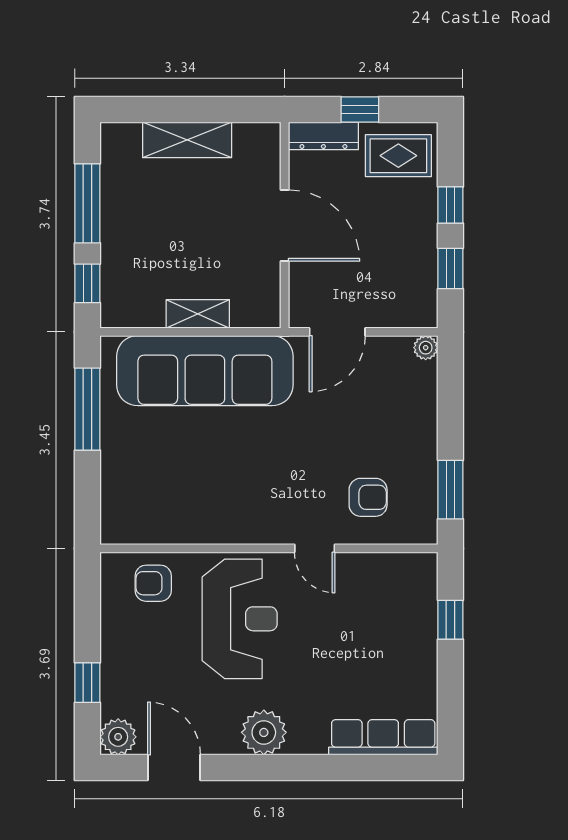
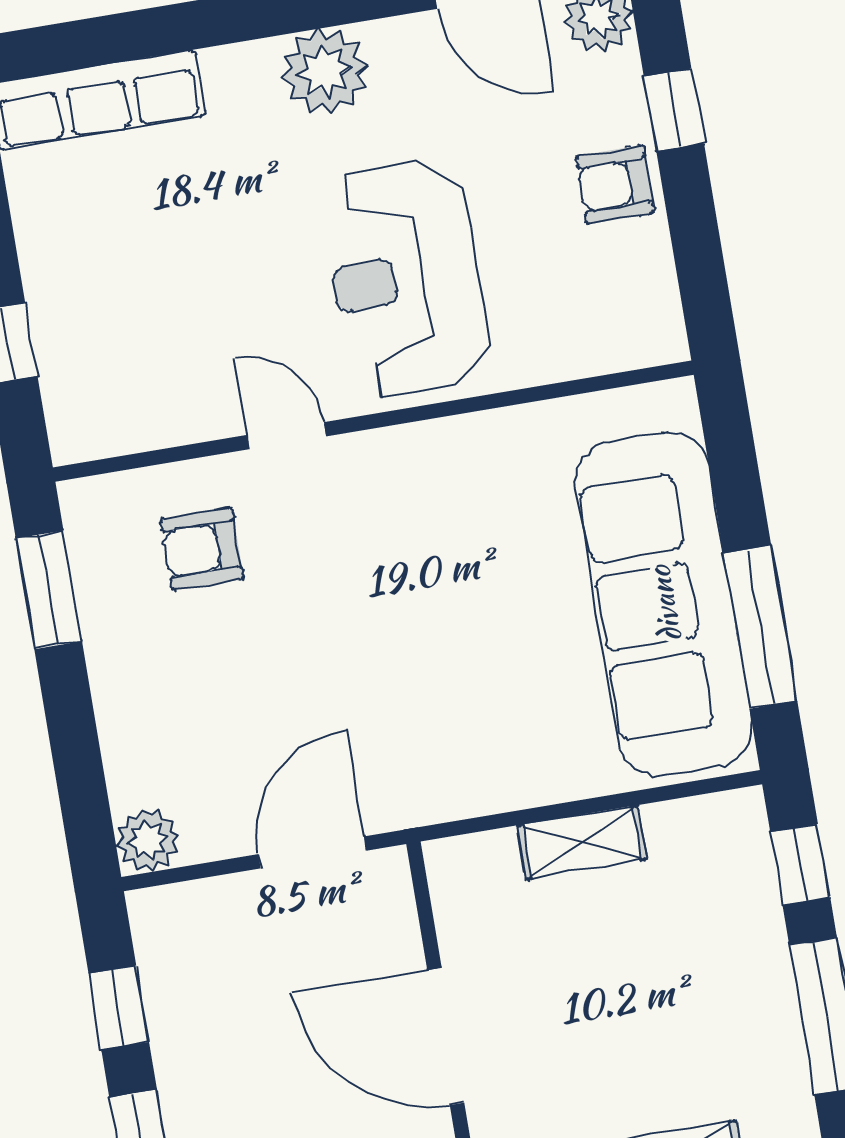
plant: (426, 348) -> (148, 840), width x1.38, depth x1.38
sofa: (205, 371) -> (664, 604), moved, turned -90
armchair: (153, 583) -> (615, 185), moved, turned 180

